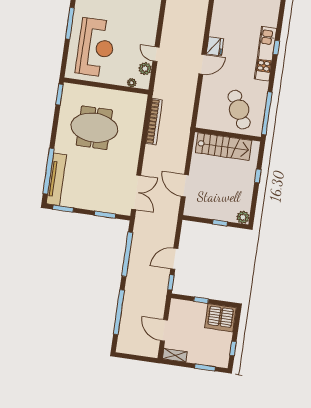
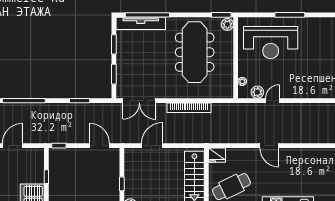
fridge: (215, 46) -> (217, 155), moved
plant: (70, 90) -> (227, 24), added
bookcase: (154, 122) -> (189, 108), moved
meeting table: (94, 128) -> (195, 52), width x1.36
window: (63, 209) -> (114, 44), moved
window: (127, 254) -> (80, 101), width x0.47
door: (174, 259) -> (100, 146), moved

